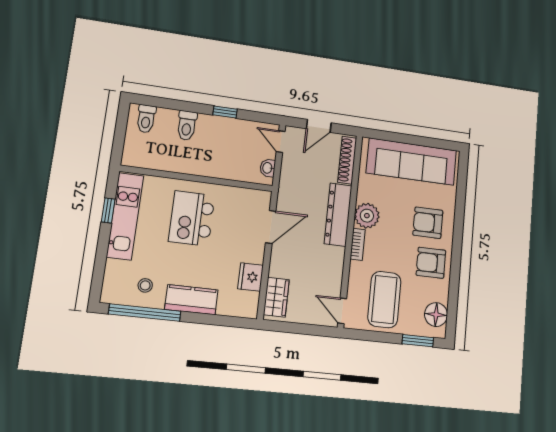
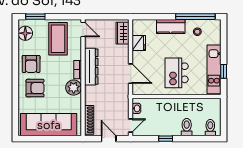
door: (319, 126) -> (109, 139), hinge flipped
door: (281, 142) -> (131, 125), hinge flipped
dresser: (338, 215) -> (91, 67), moved
kitchen island: (192, 218) -> (177, 73), turned 180
door: (271, 227) -> (131, 74), swing flipped
armchair: (431, 263) -> (31, 64), turned 90

